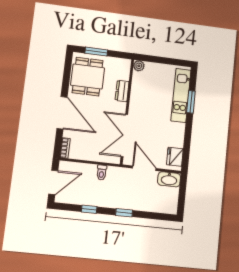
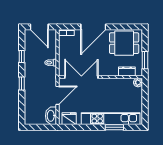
window: (96, 52) -> (145, 60), moved
dresser: (122, 91) -> (127, 71), moved
kitchen unit: (181, 95) -> (111, 119), width x1.36

